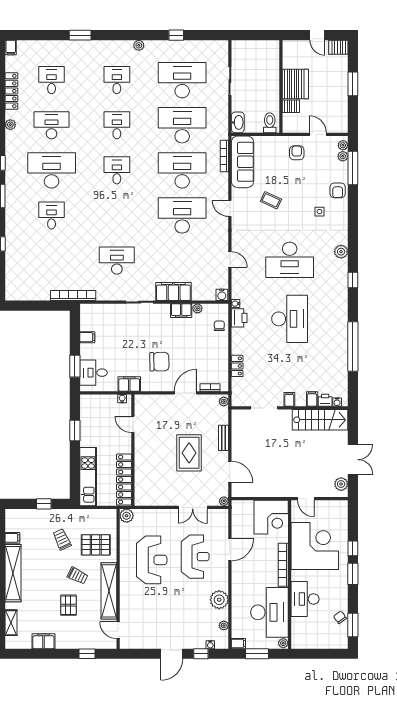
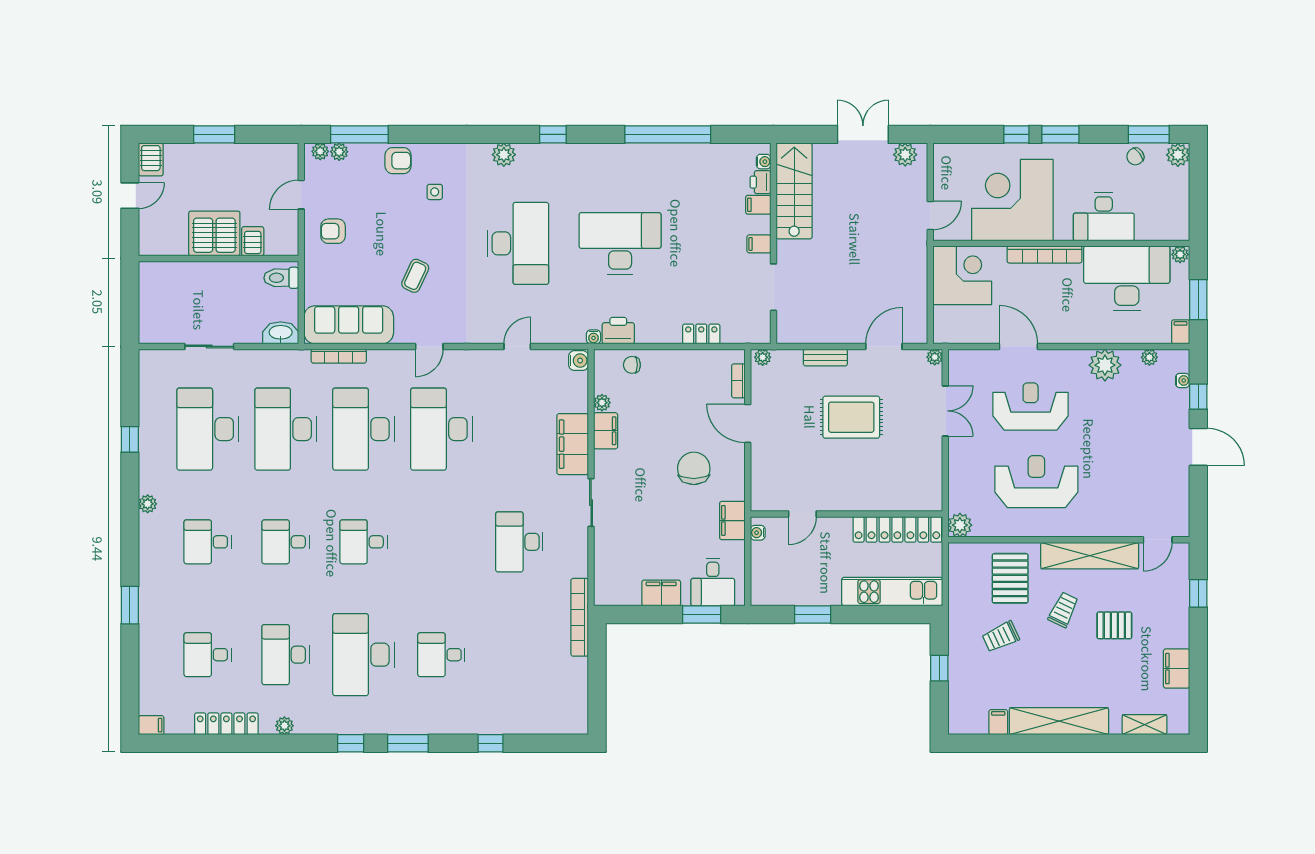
filing cabinet: (87, 337) -> (661, 593), width x2.00
plant: (341, 642) -> (1178, 155), added

